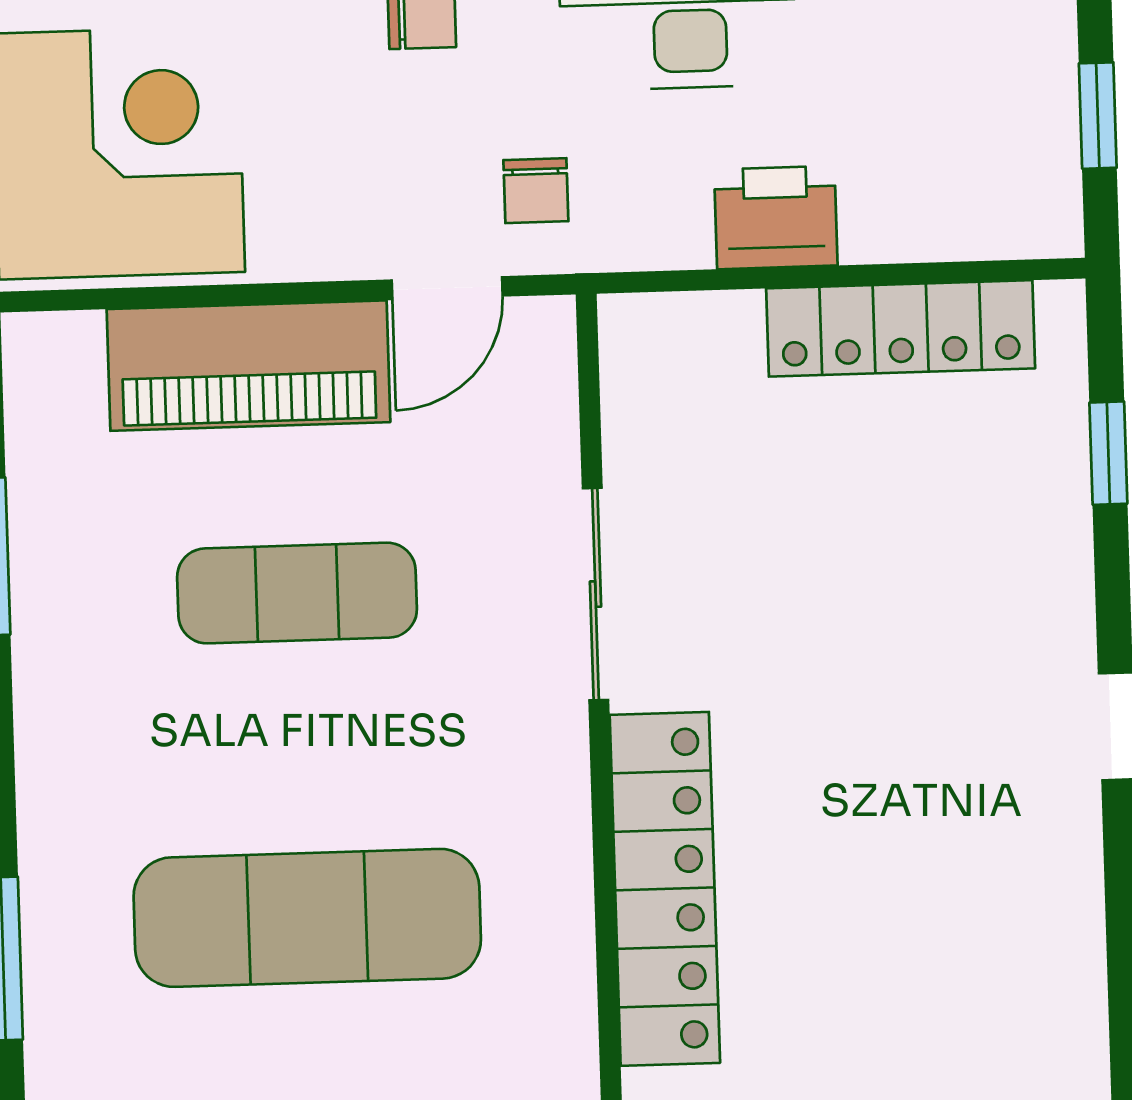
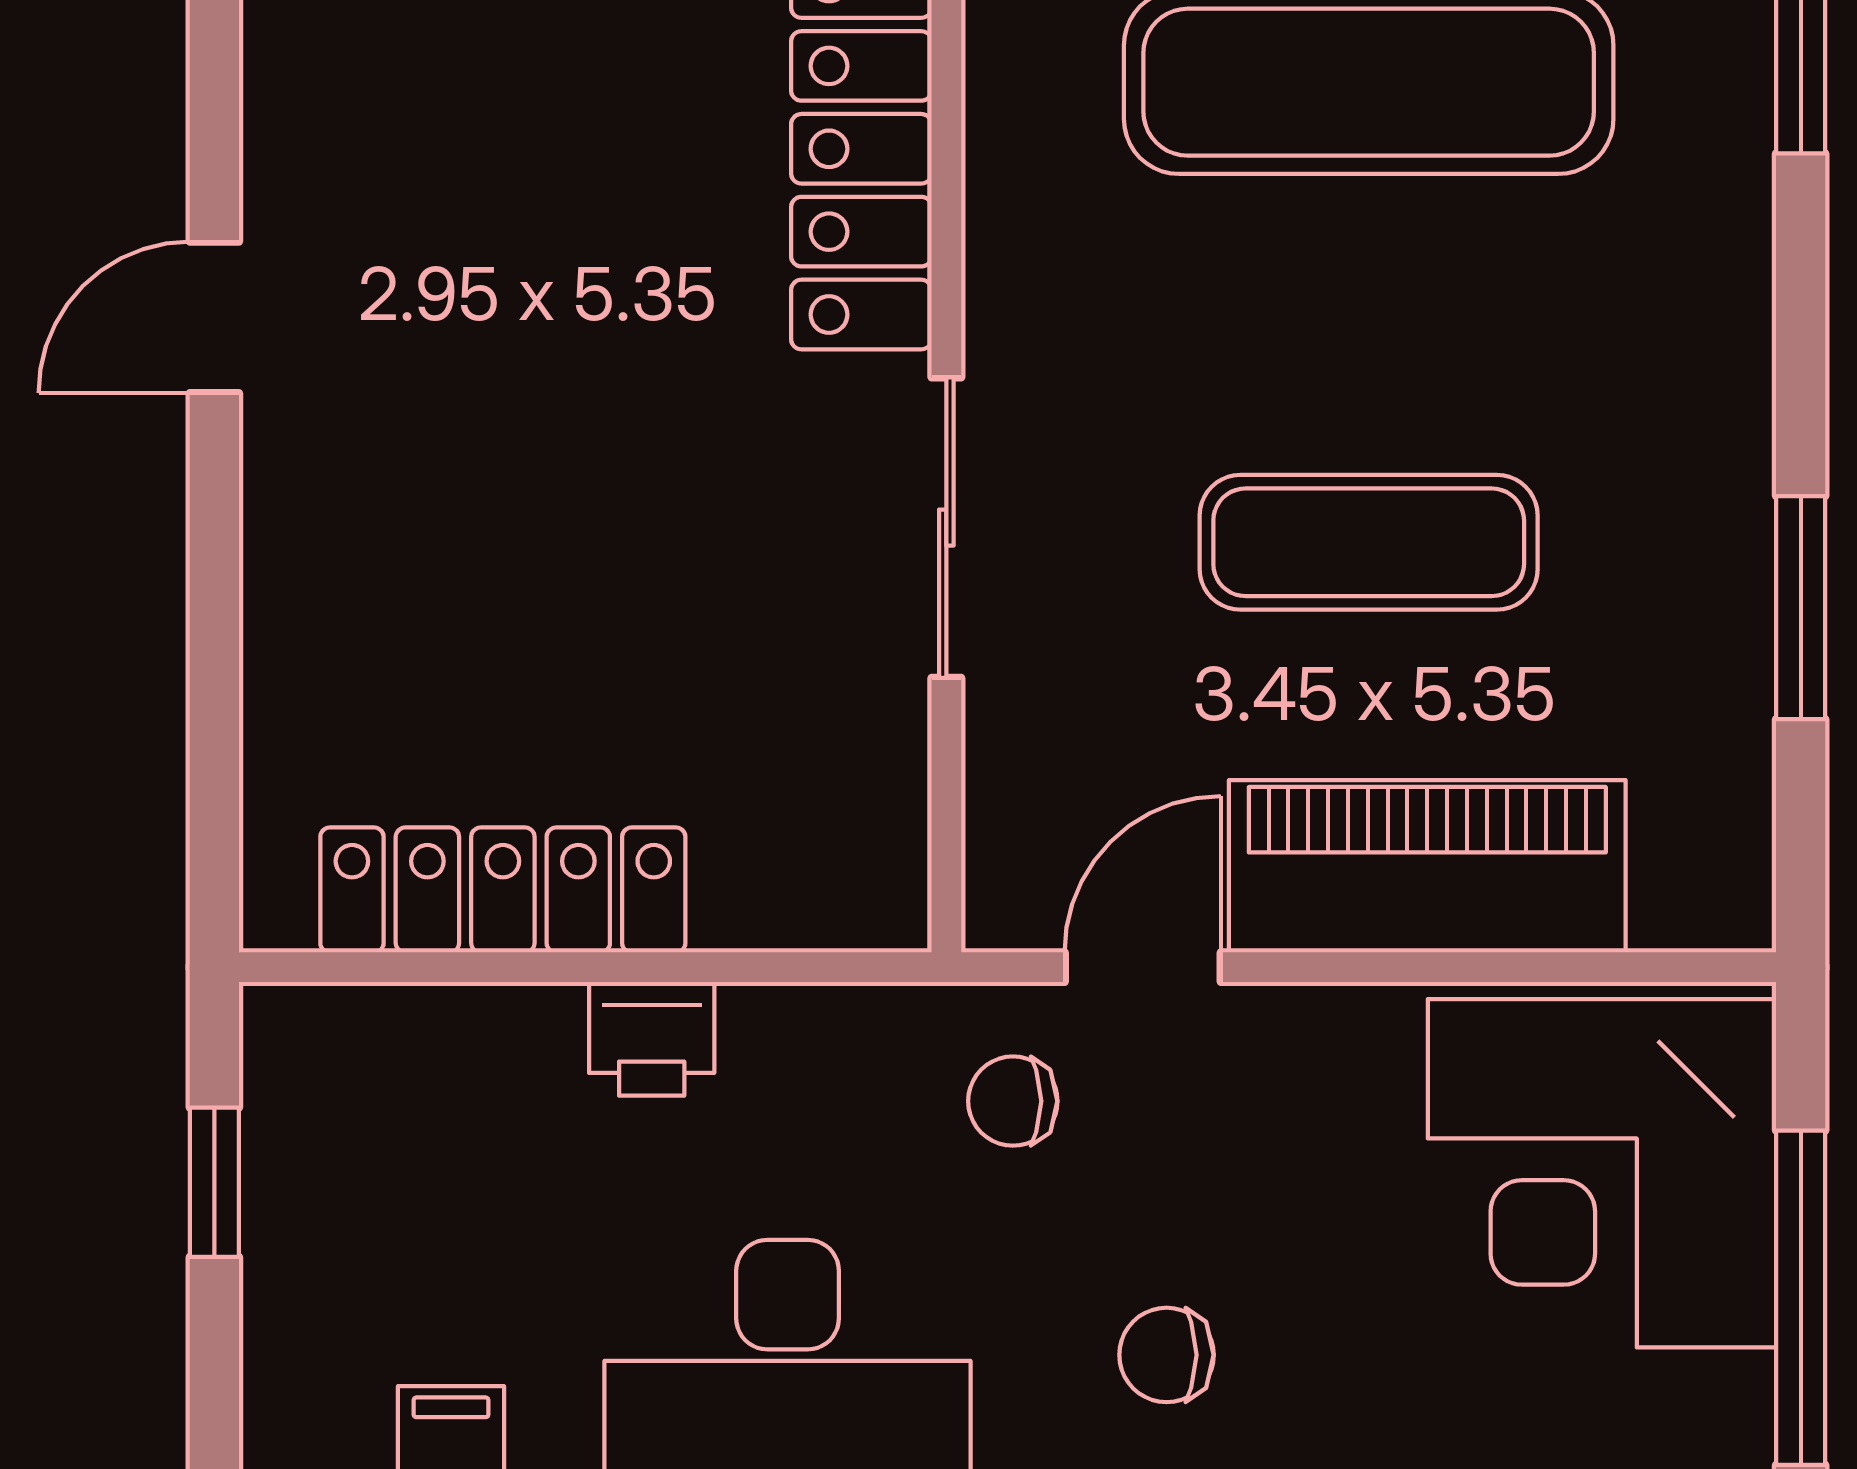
chair: (536, 191) -> (1013, 1101), turned -90
printer: (776, 217) -> (652, 1039), width x0.73, depth x0.81
window: (1108, 453) -> (214, 704), removed

